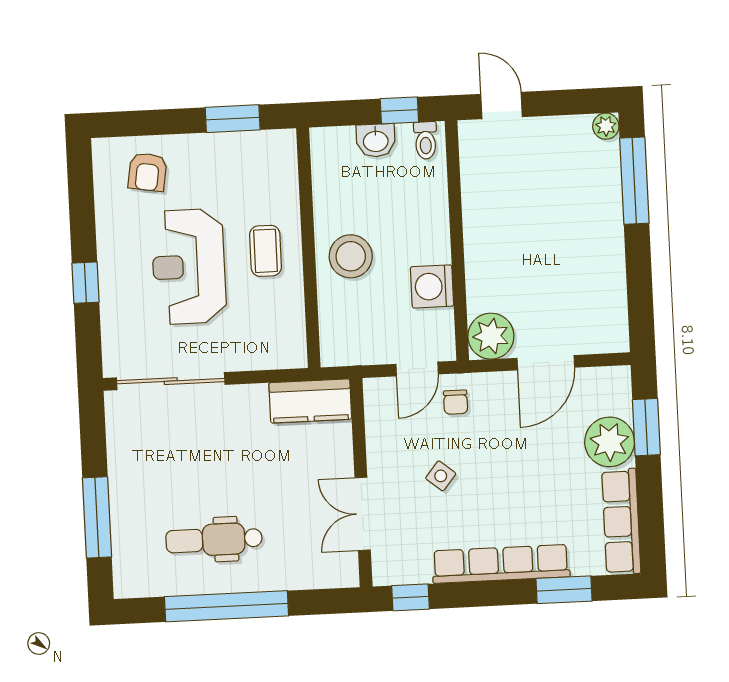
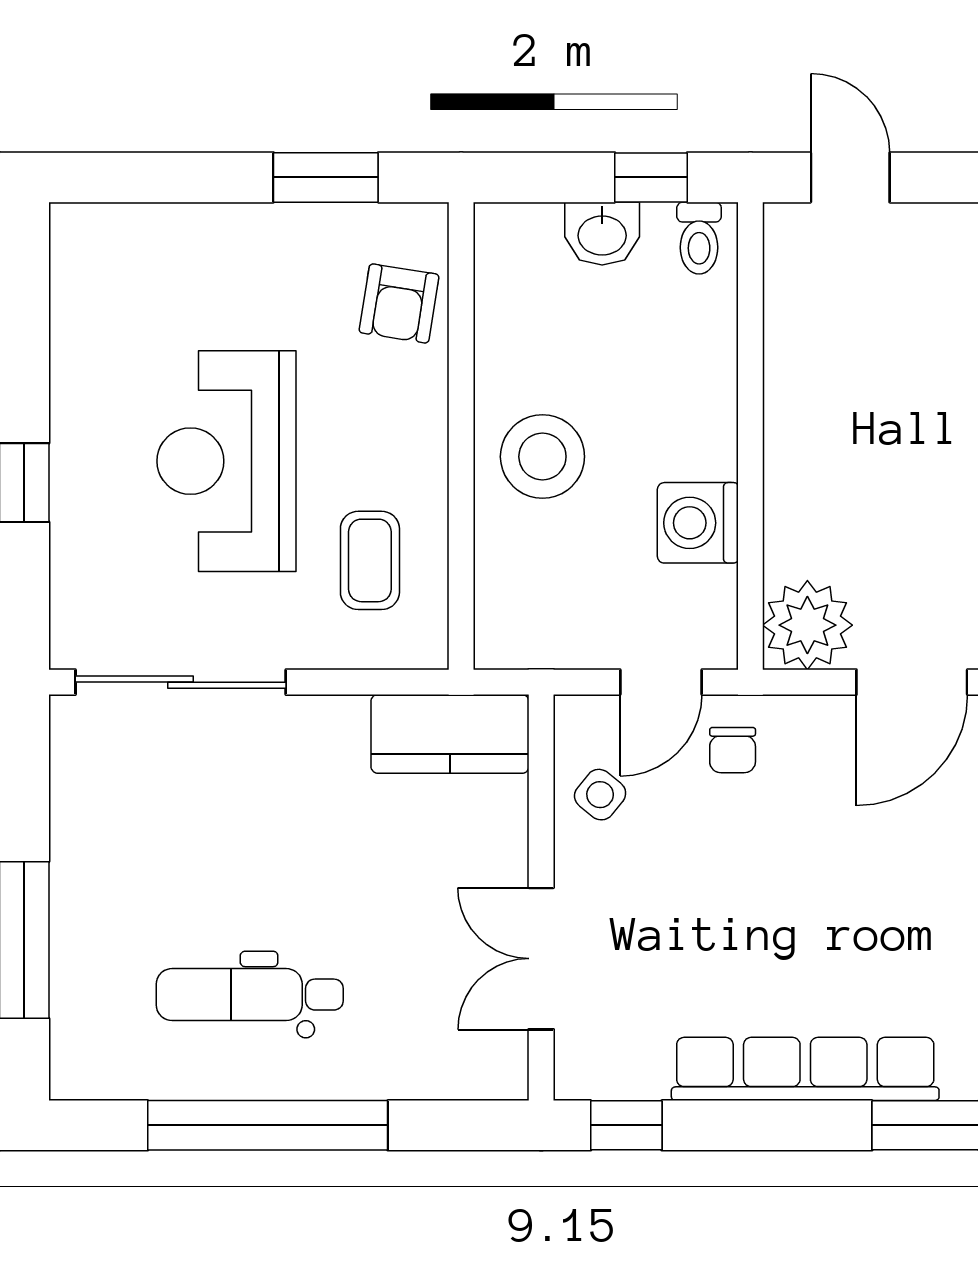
armchair: (148, 172) -> (399, 303), moved
coffee table: (265, 251) -> (370, 560), moved
side table: (441, 476) -> (600, 795), moved

